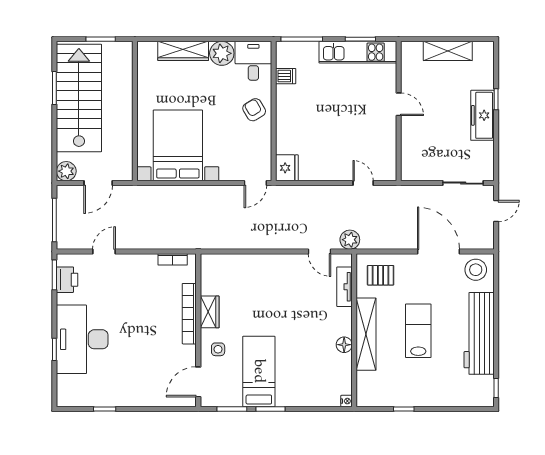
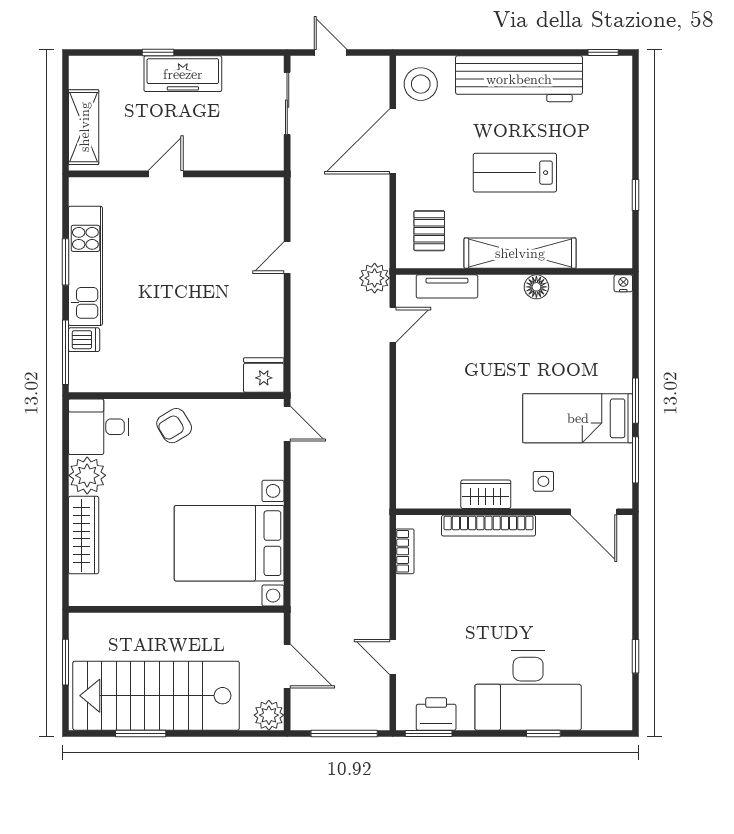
dishwasher: (286, 76) -> (84, 340), moved, turned 90
door: (399, 104) -> (166, 174), moved
wall: (399, 111) -> (176, 174), moved

